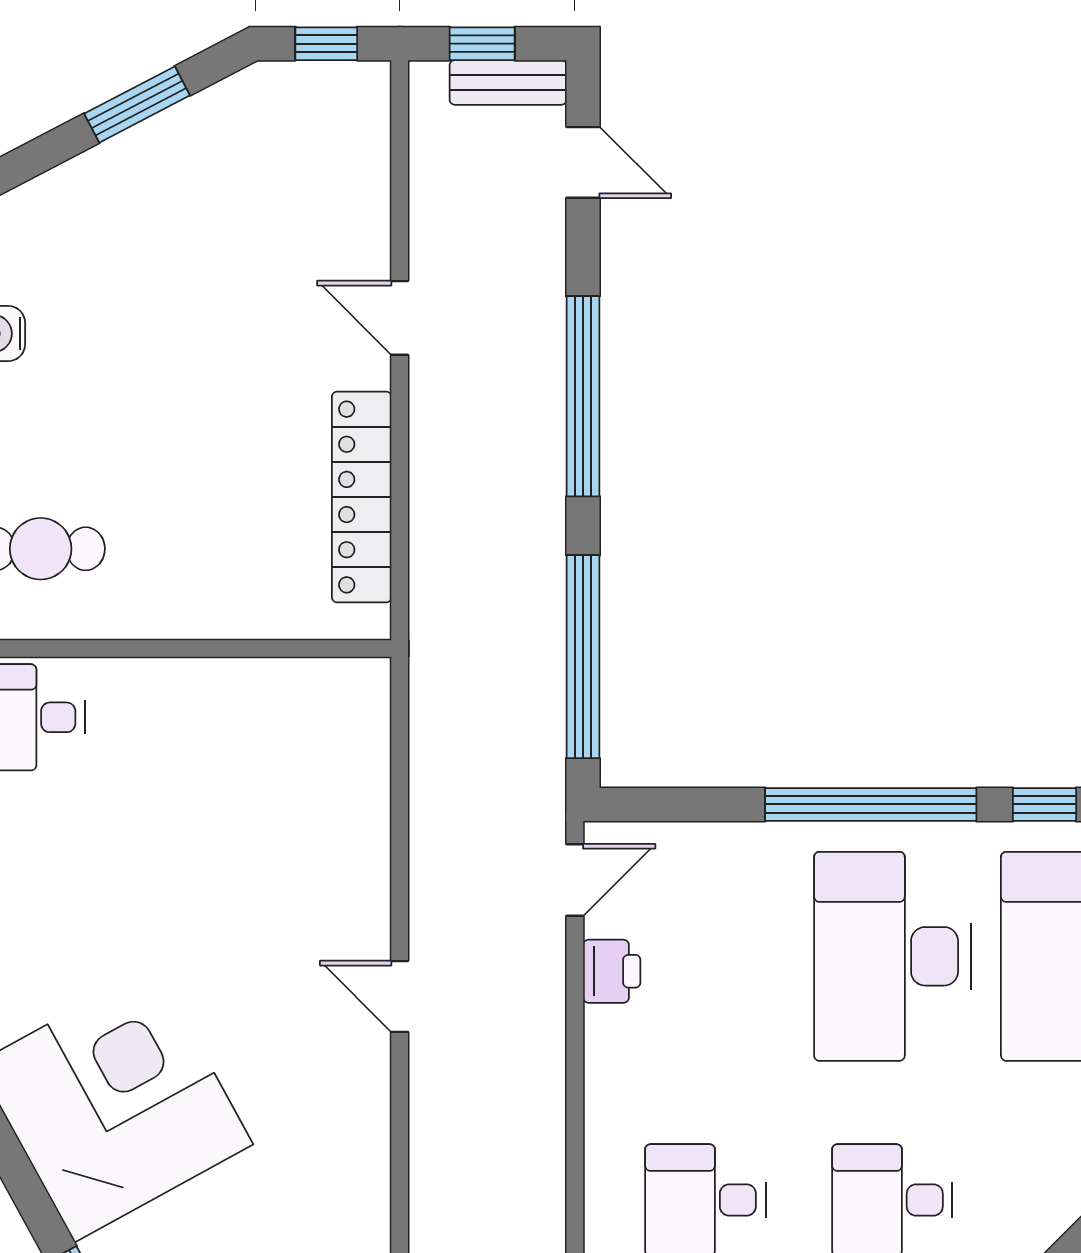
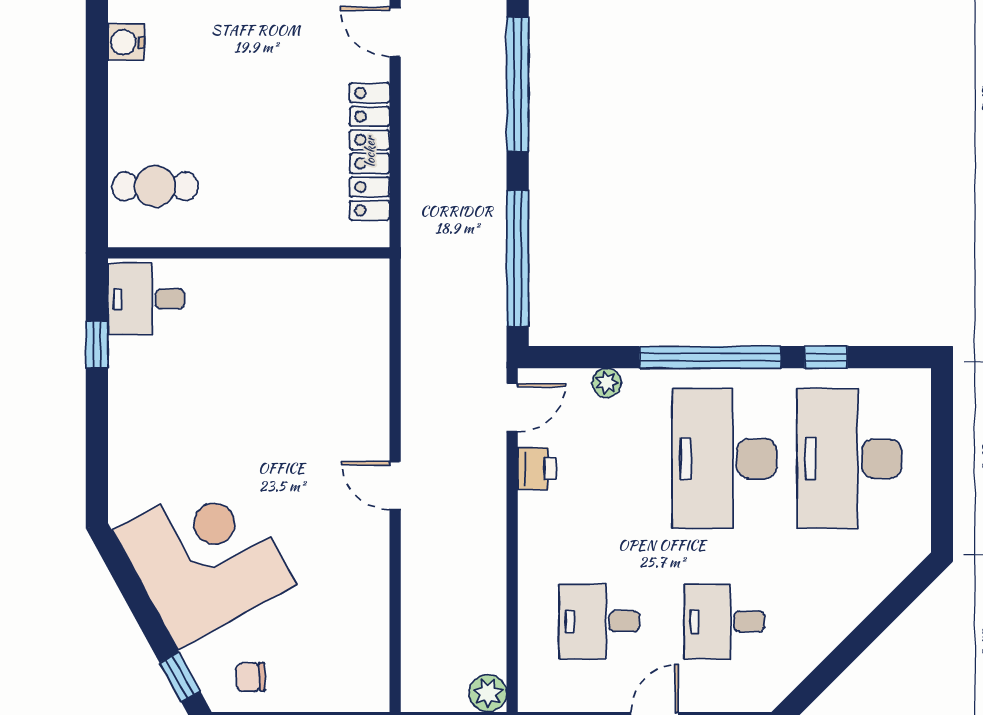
plant: (716, 843) -> (607, 383), added

